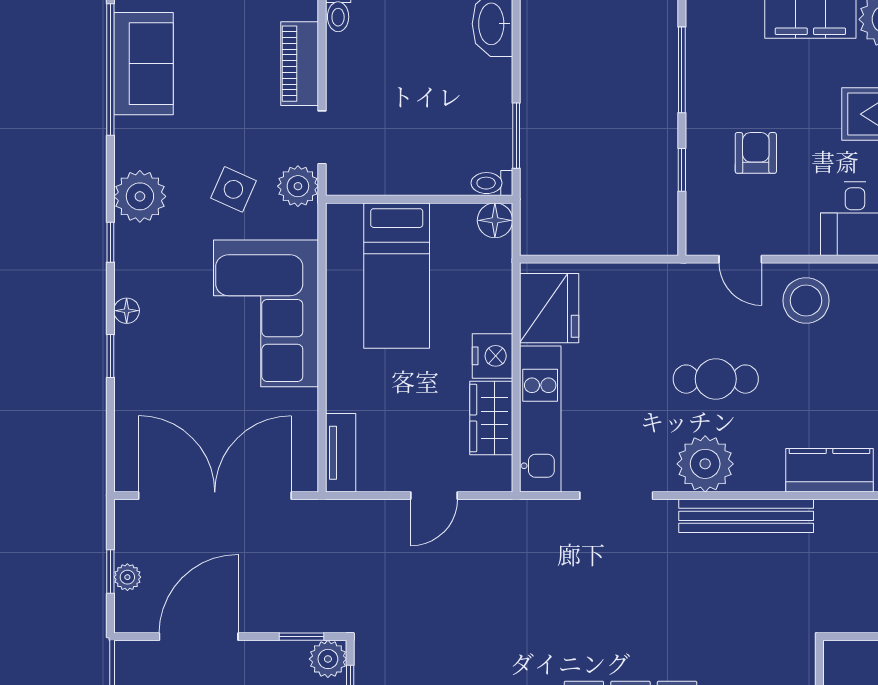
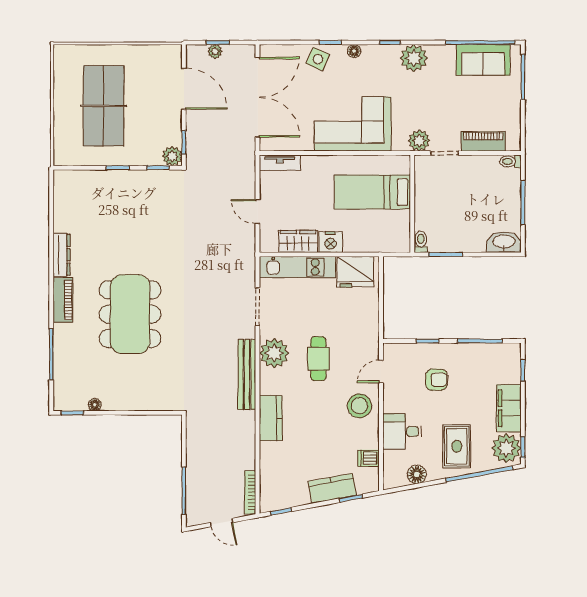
side table: (233, 189) -> (318, 59), moved
floor lamp: (495, 220) -> (401, 243), removed

